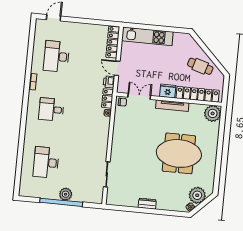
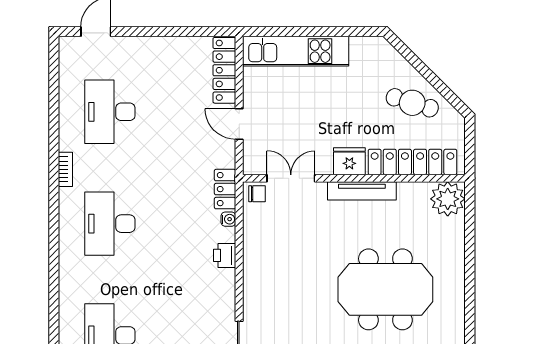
printer: (109, 82) -> (225, 255), moved
desk: (51, 109) -> (110, 224), width x1.37

